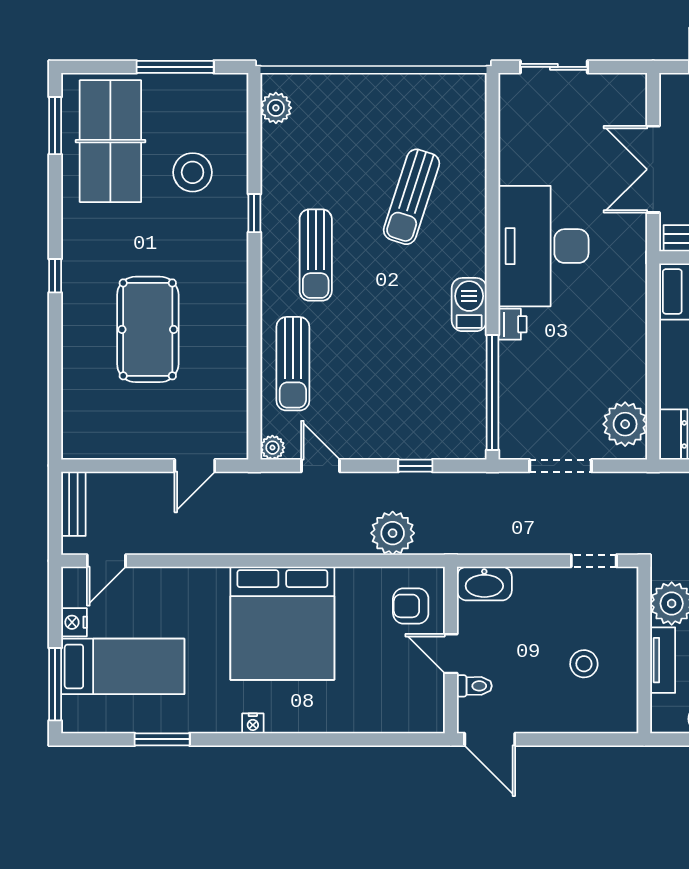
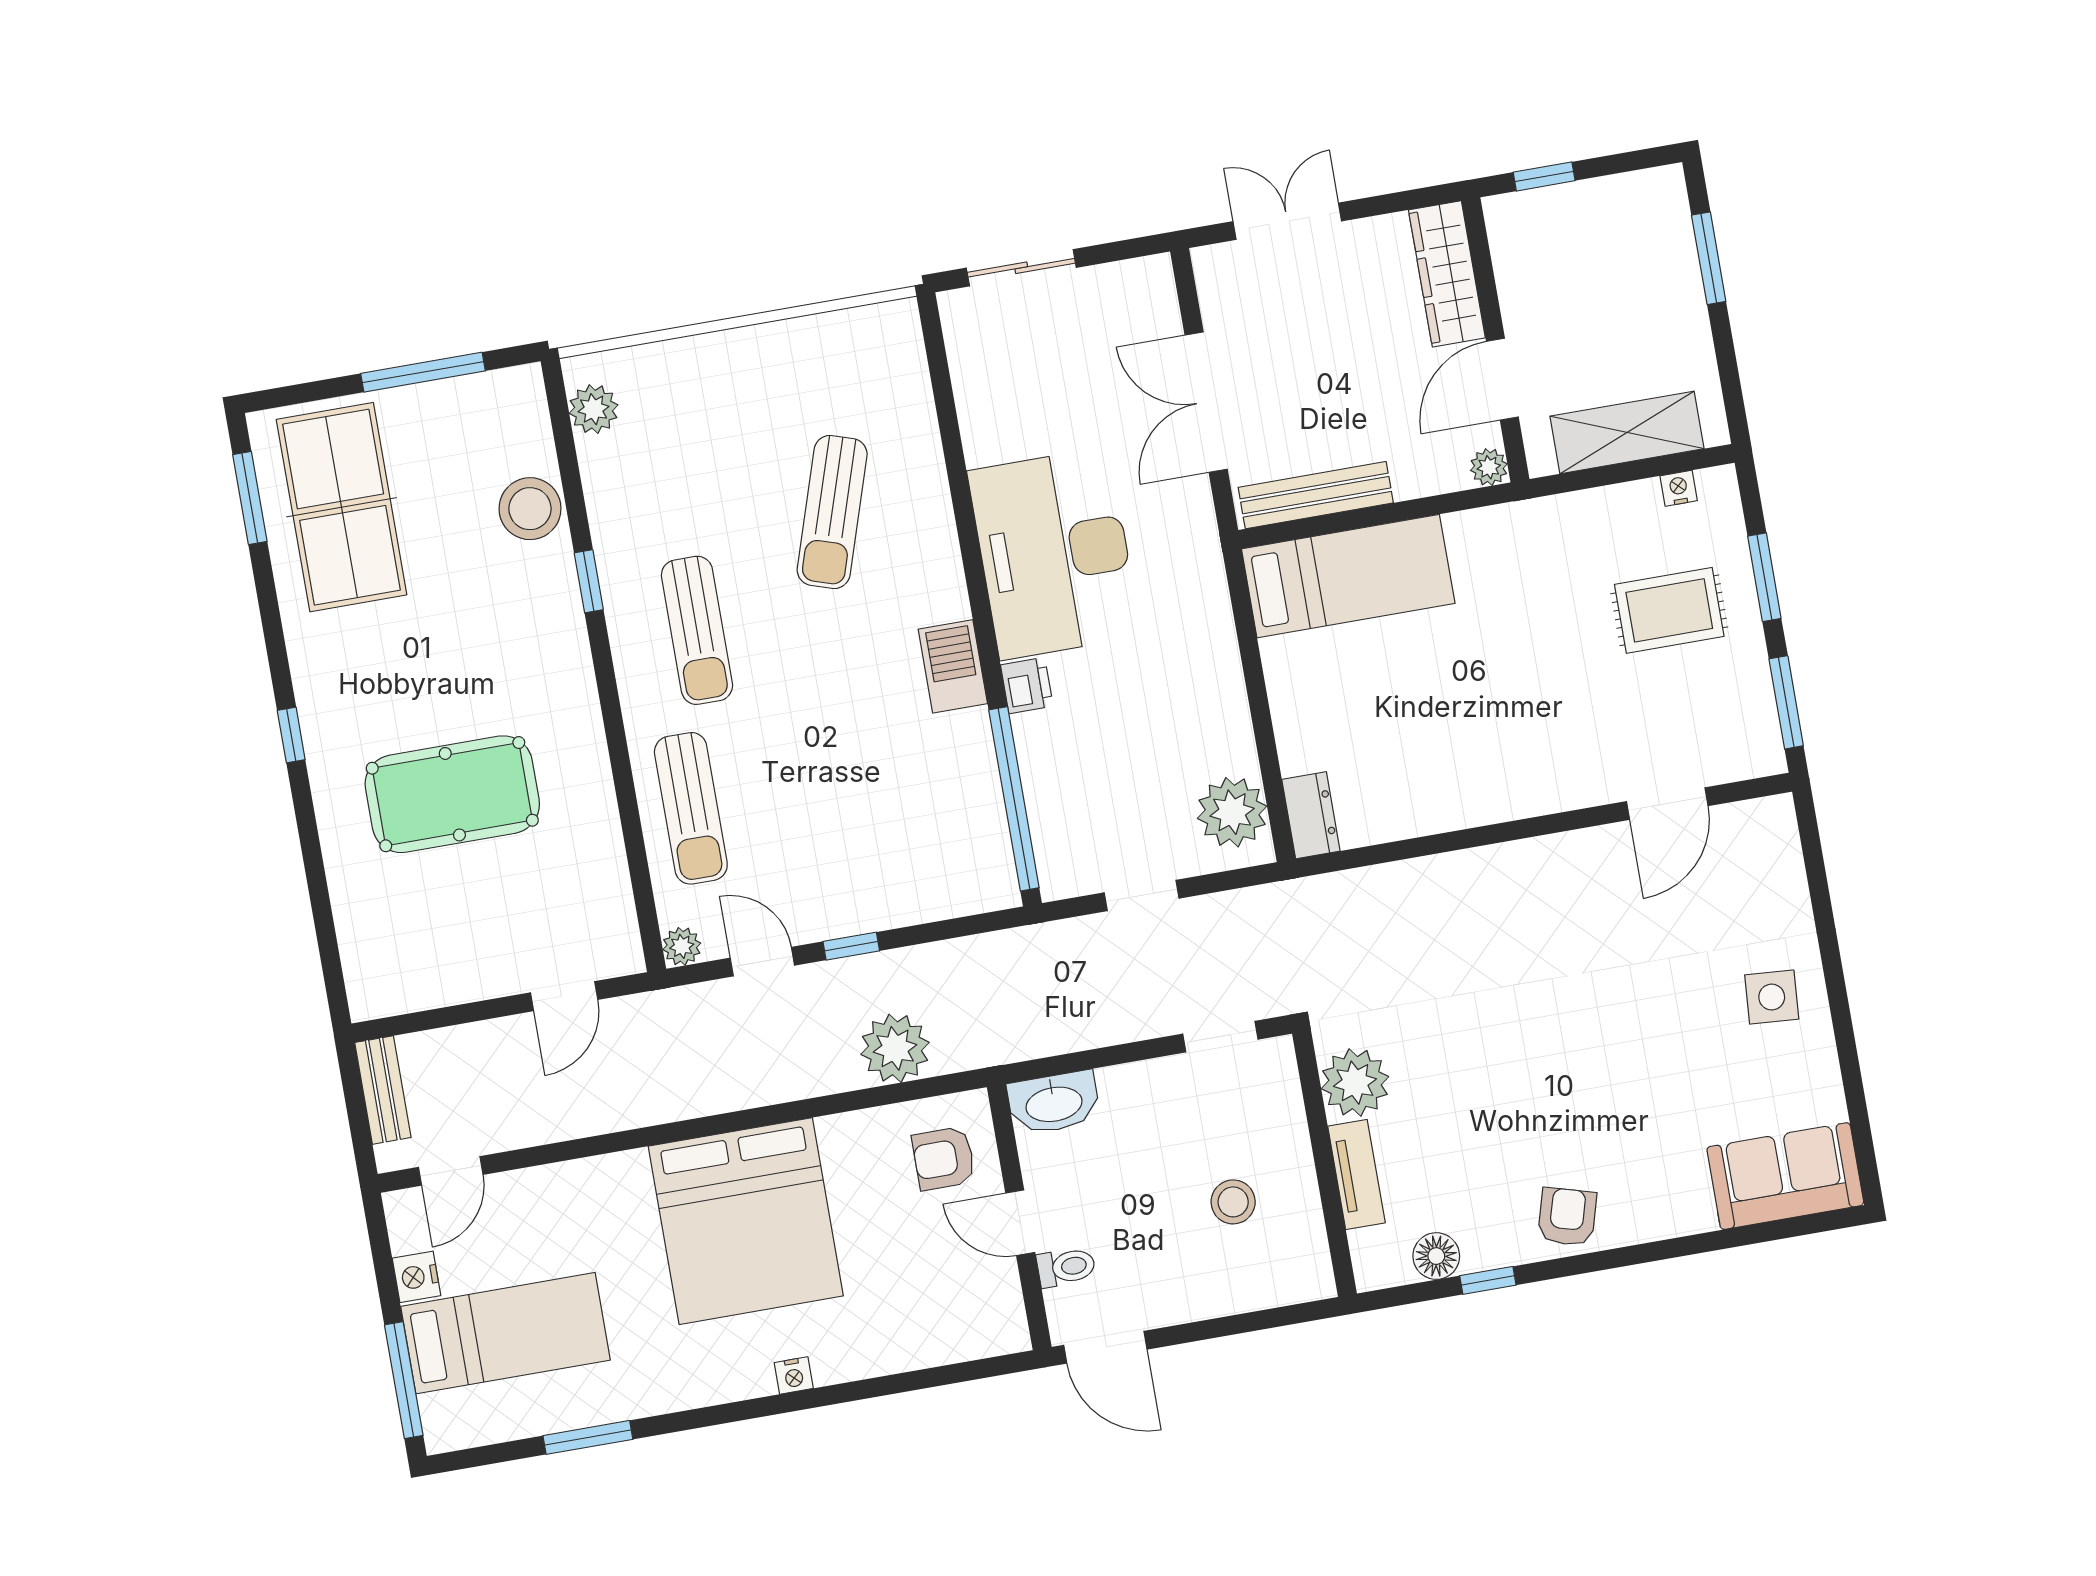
stool: (193, 172) -> (530, 509), moved
pool table: (148, 329) -> (452, 794), turned 90
window: (415, 466) -> (851, 946), moved
doorway: (561, 466) -> (1142, 895), width x0.73
nightstand: (253, 723) -> (794, 1375), moved

